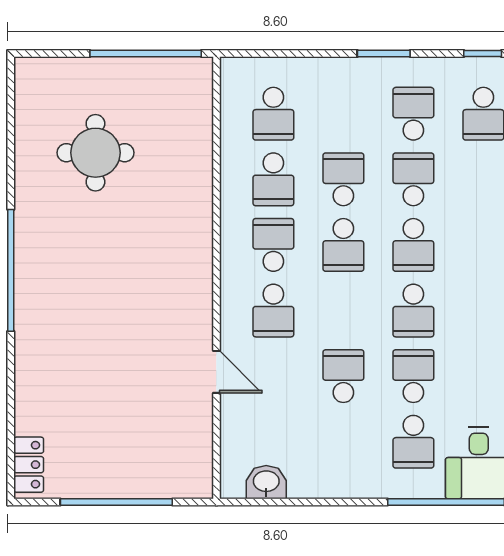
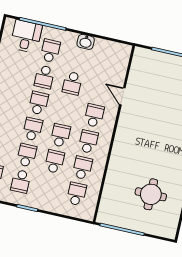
school desk: (343, 179) -> (55, 162), turned 180
school desk: (413, 179) -> (27, 155), turned 180
school desk: (273, 245) -> (88, 142), turned 180
washbasin: (266, 482) -> (86, 42), moved

